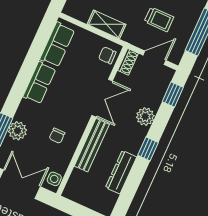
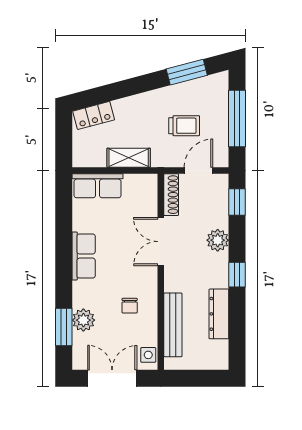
row of seats: (57, 45) -> (98, 186), moved, turned 90
chair: (107, 55) -> (145, 192), removed
shoe rack: (128, 62) -> (171, 195), width x1.43
double door: (102, 98) -> (161, 242), swing flipped
bench: (92, 145) -> (173, 325), moved

